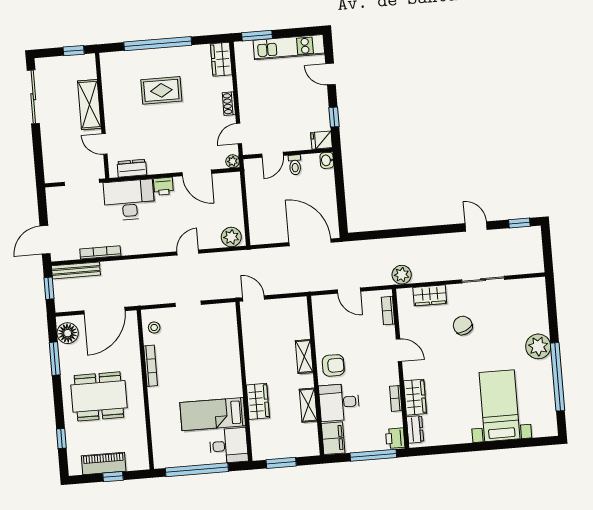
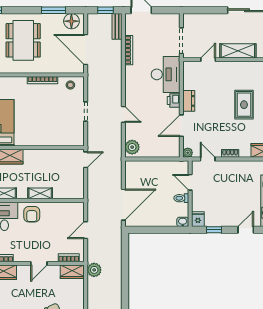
dresser: (132, 168) -> (189, 101), moved
bench: (76, 270) -> (117, 26), width x0.73
wardrobe: (430, 295) -> (72, 272), moved, turned -90

